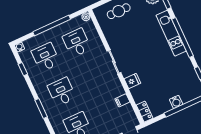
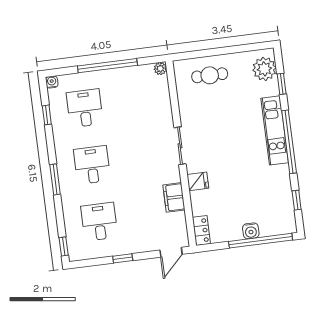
desk: (77, 43) -> (136, 102), removed
filing cabinet: (122, 100) -> (174, 197), width x2.00

